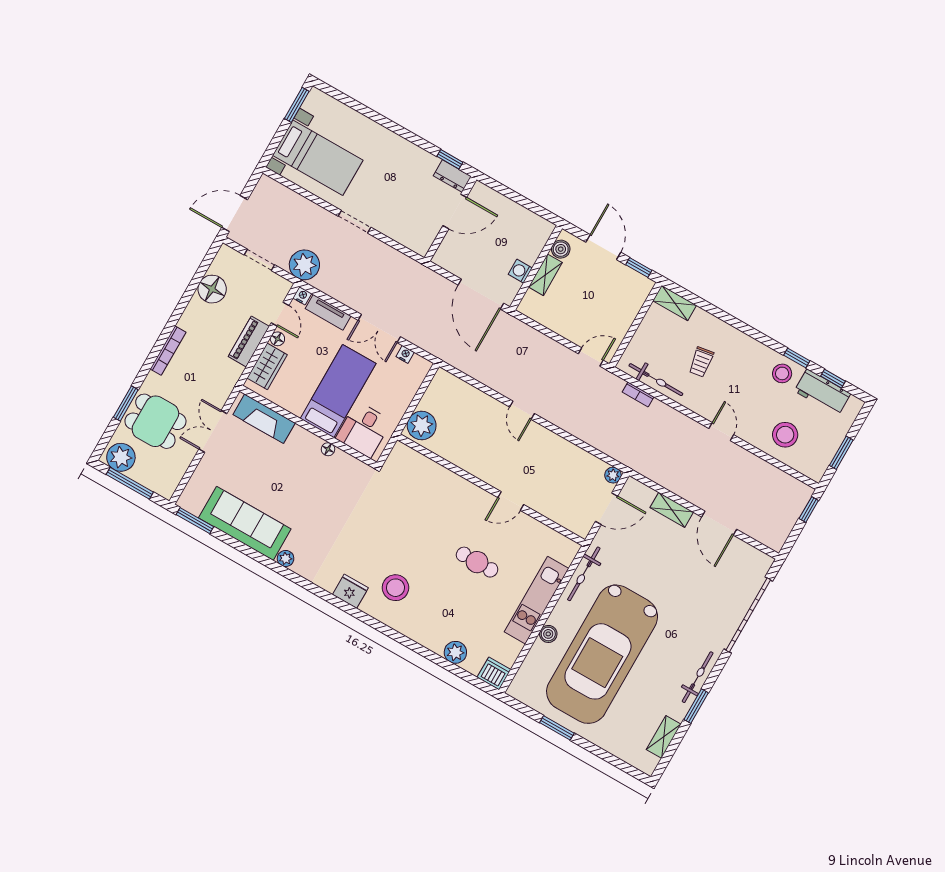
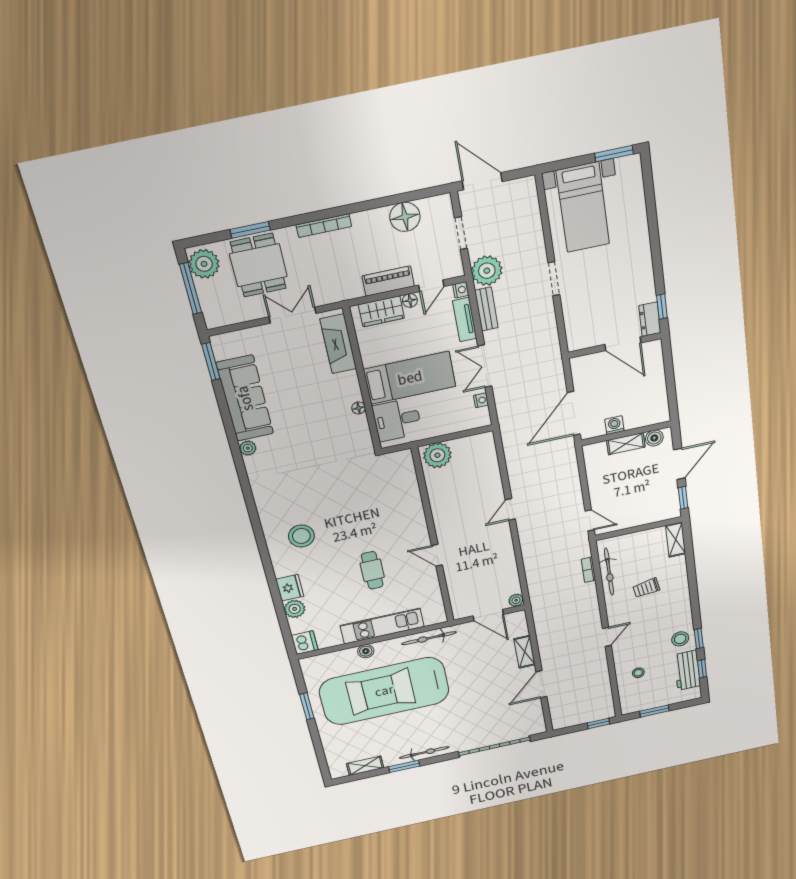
bench: (334, 290) -> (486, 309), added
stool: (785, 435) -> (638, 673), width x0.53, depth x0.53
fridge: (350, 591) -> (290, 588), moved

